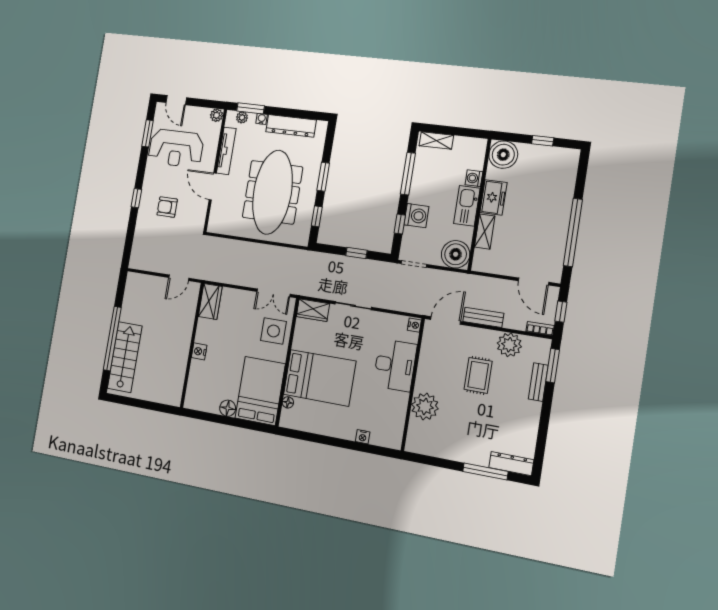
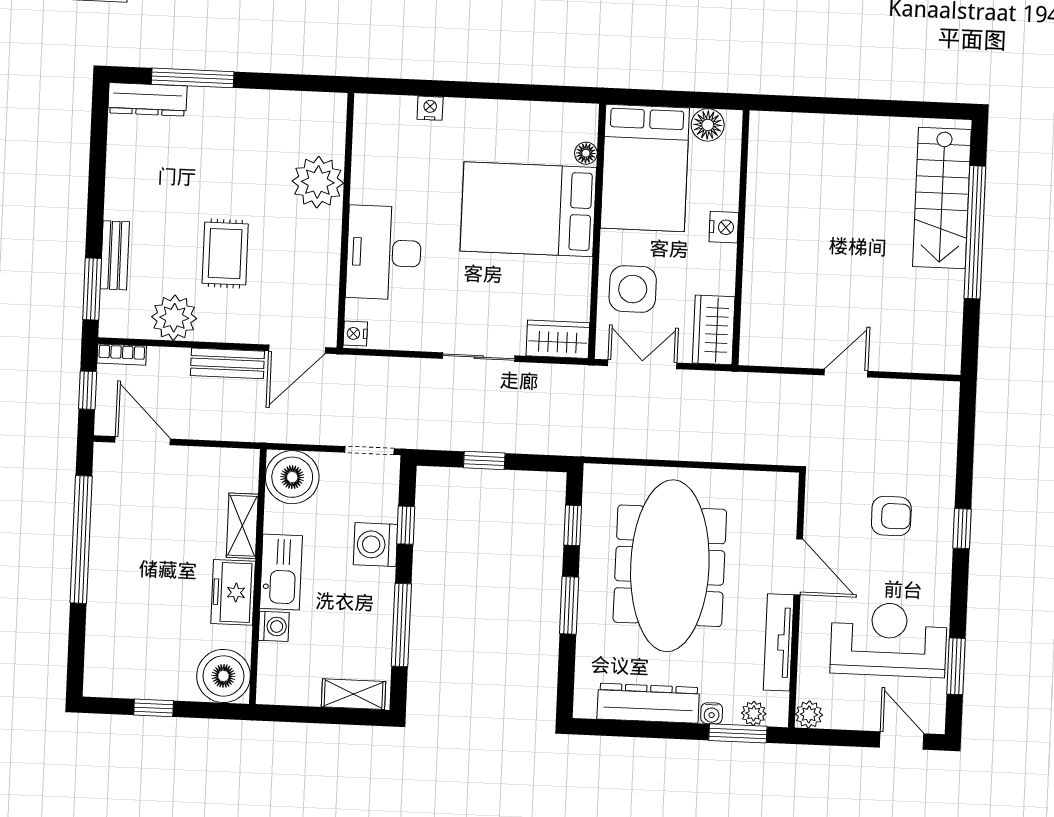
wardrobe: (210, 302) -> (714, 330), moved
wall: (192, 345) -> (741, 238), moved
nightstand: (199, 351) -> (724, 227), moved

